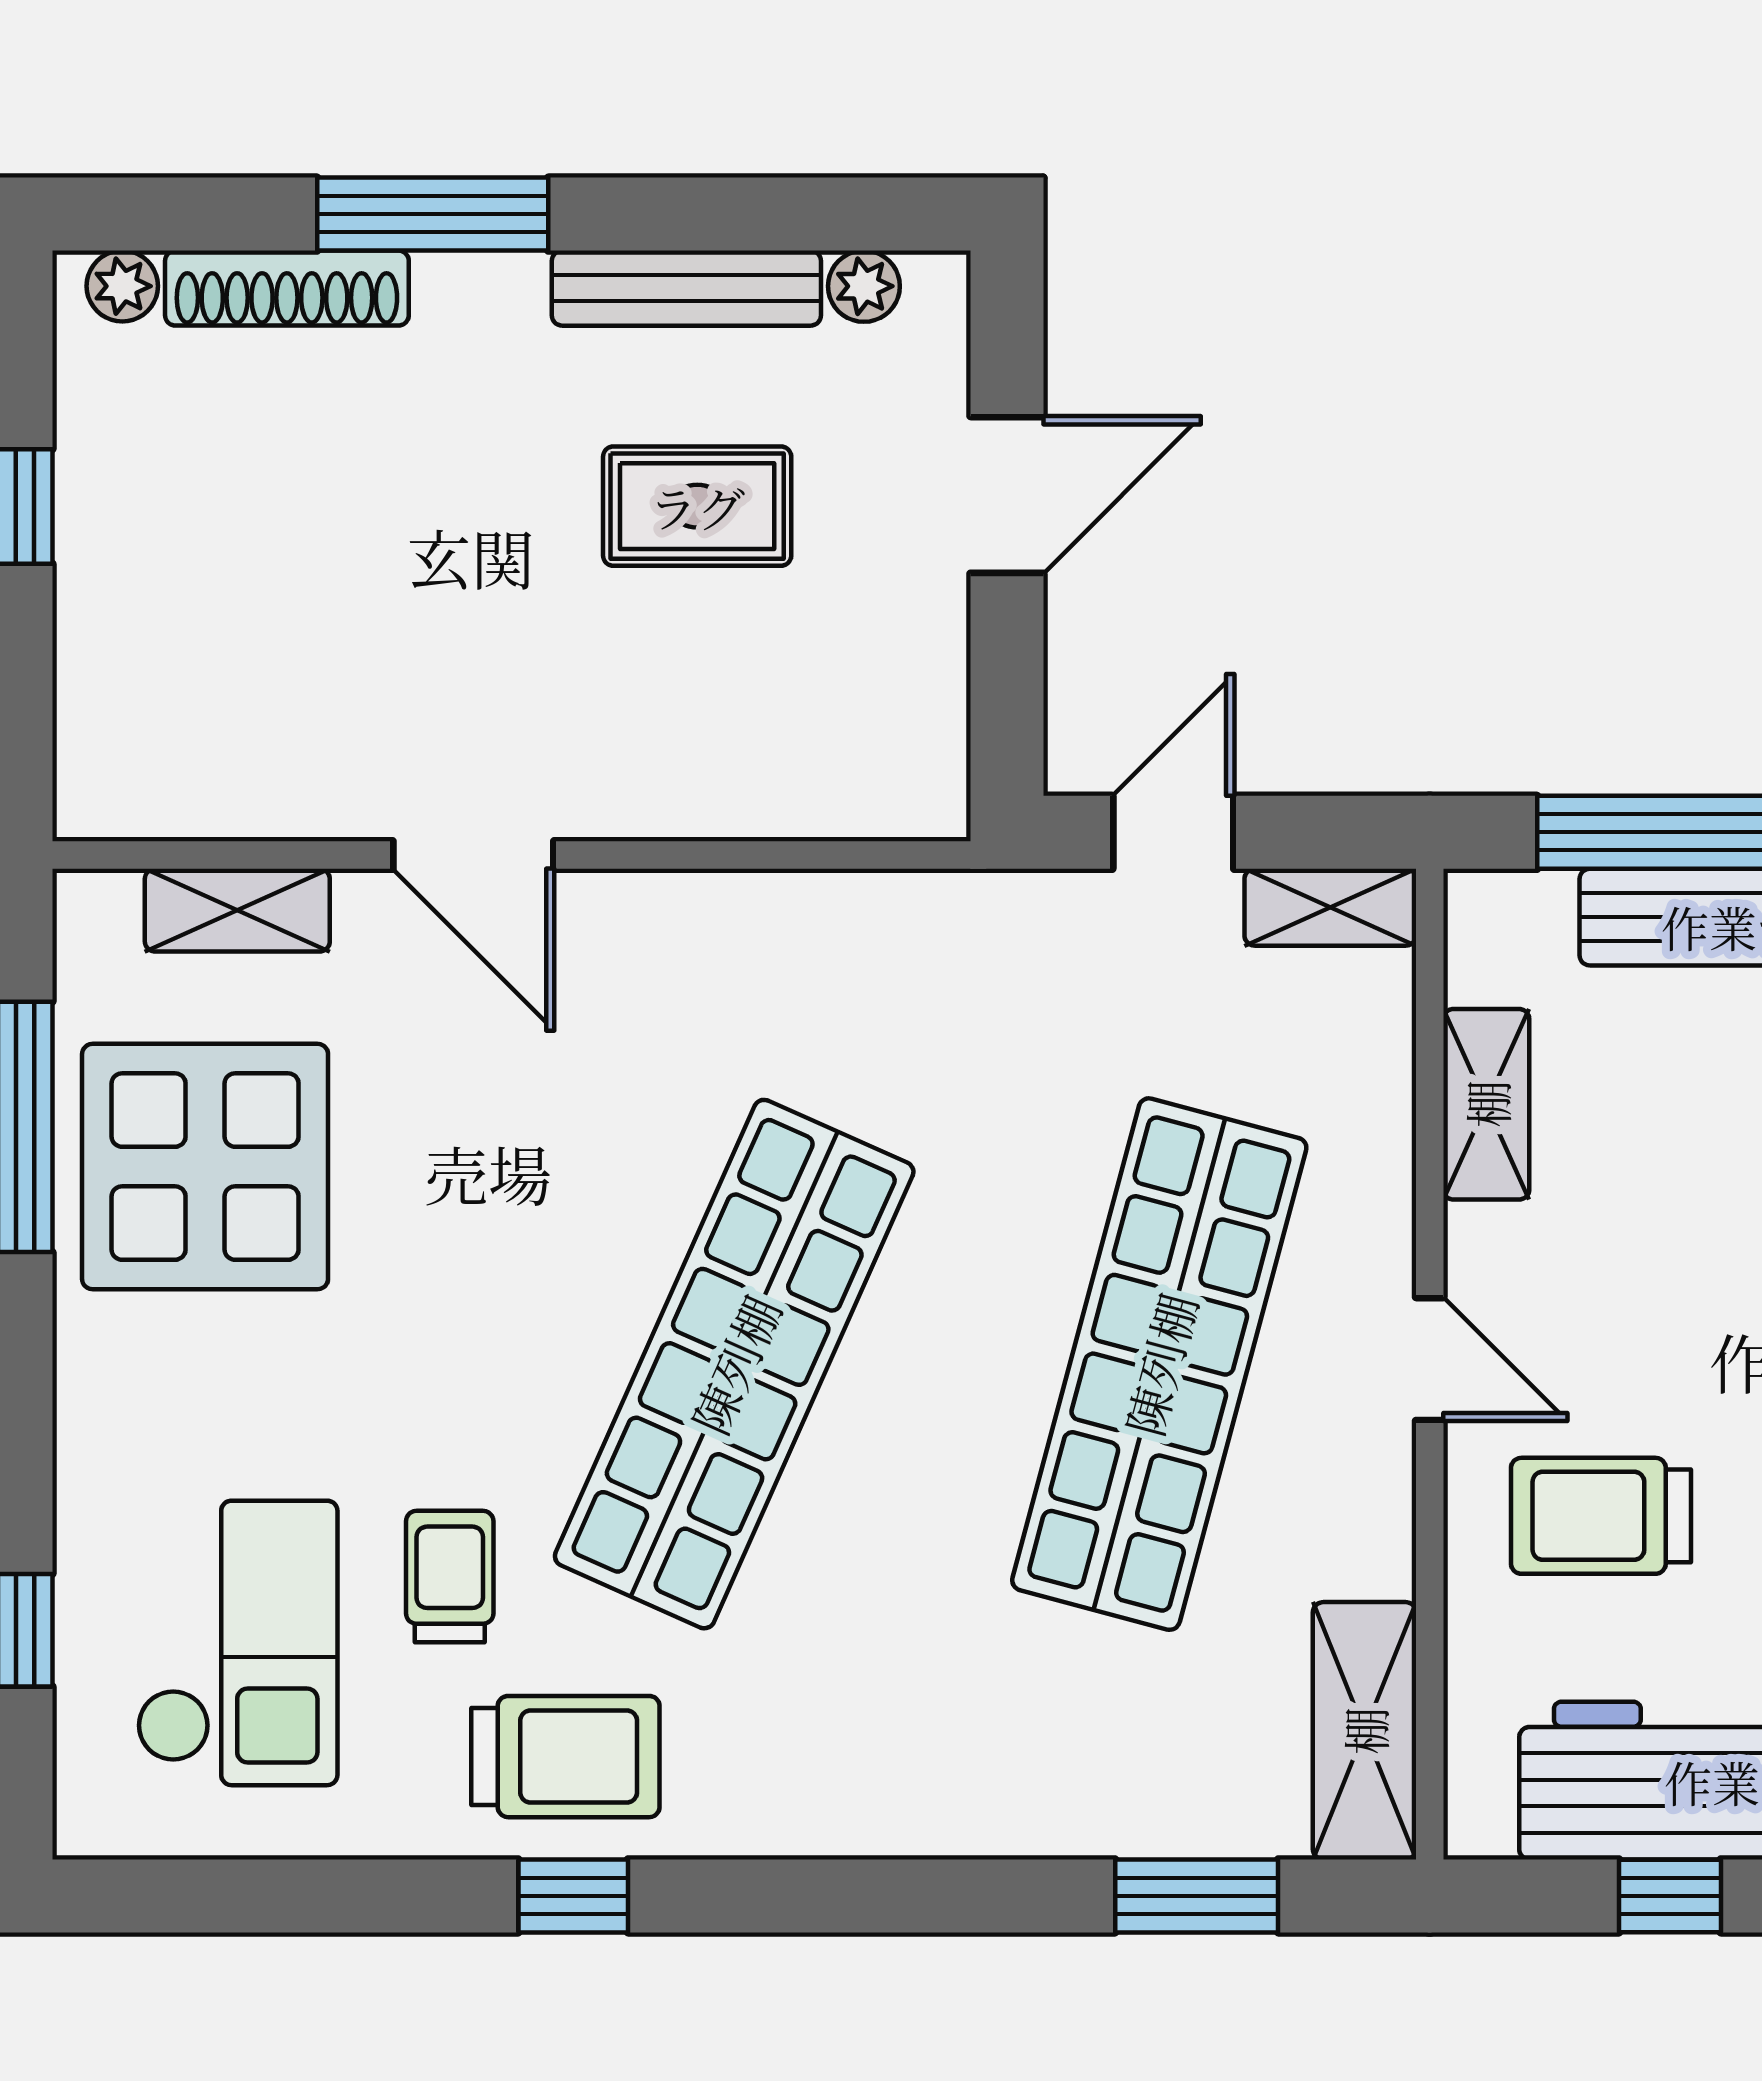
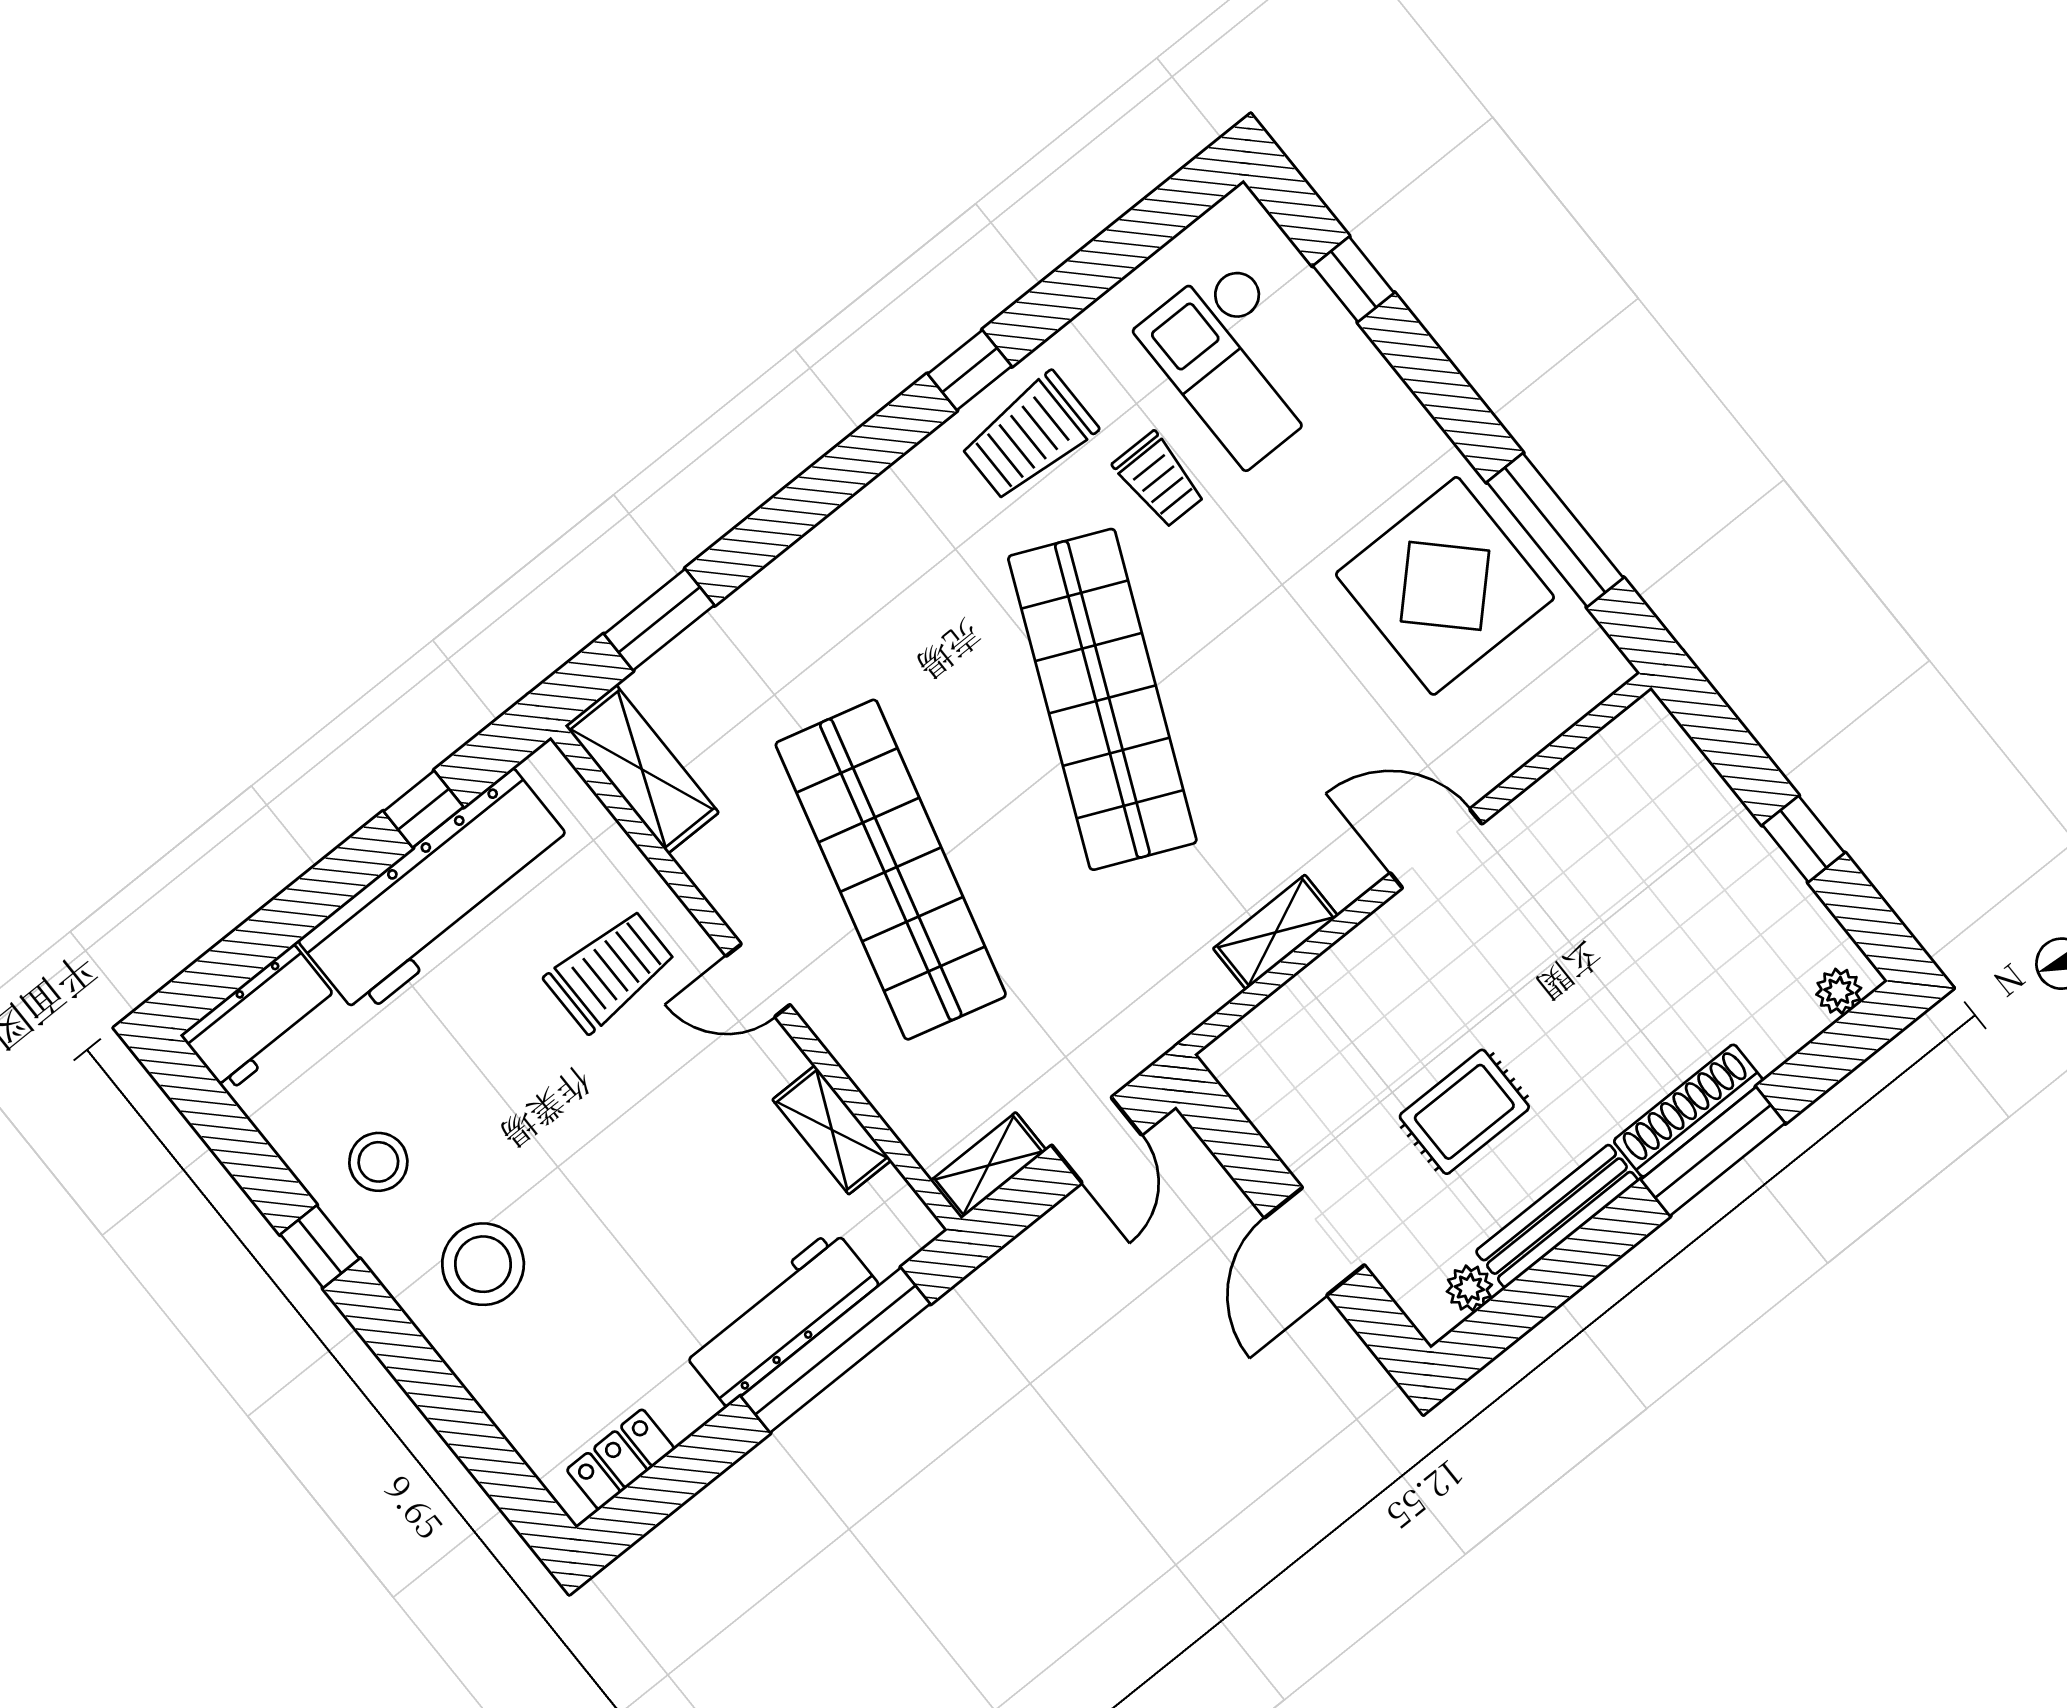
shoe rack: (287, 288) -> (1688, 1111), moved
shelving: (237, 910) -> (1276, 932), moved

